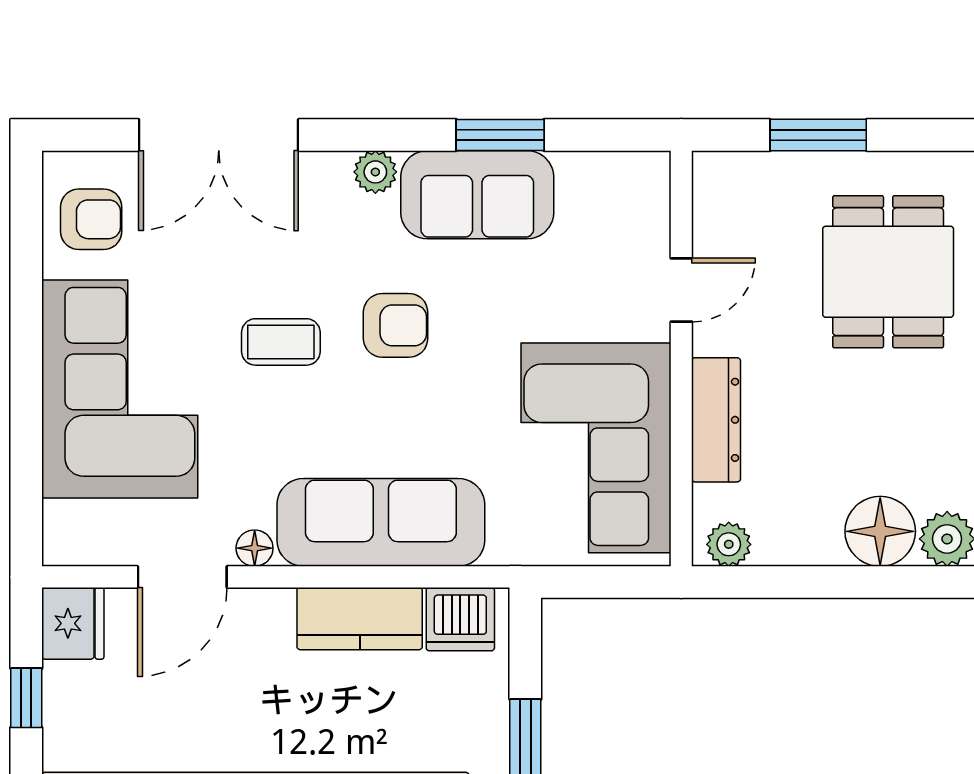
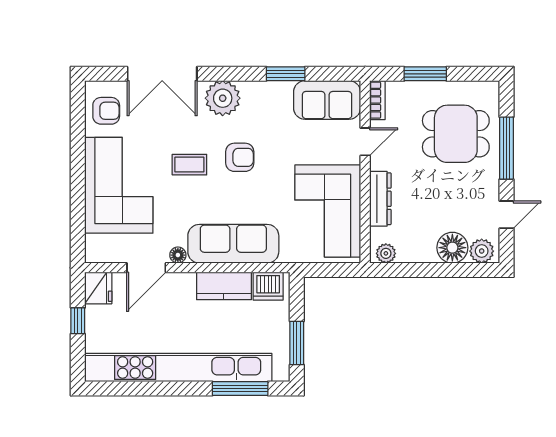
plant: (375, 172) -> (223, 98), width x1.88, depth x1.88
sofa: (477, 195) -> (327, 100), moved
bookcase: (709, 195) -> (377, 100), added
dining table: (888, 272) -> (456, 134), turned 90

